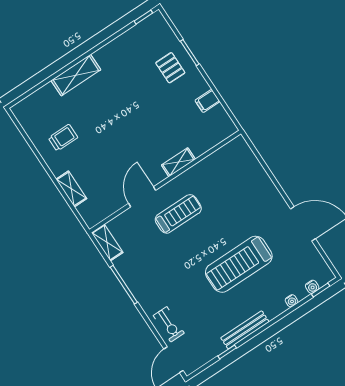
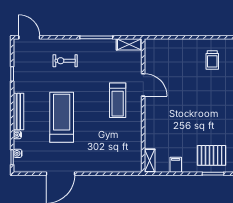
pallet: (170, 68) -> (212, 155), width x1.50, depth x1.42
shelving: (178, 162) -> (150, 161), moved
shelving: (71, 189) -> (177, 44), removed
exercise bike: (169, 324) -> (65, 61), moved
bench: (245, 330) -> (18, 111), moved

